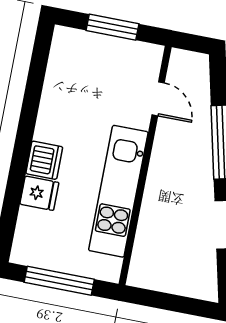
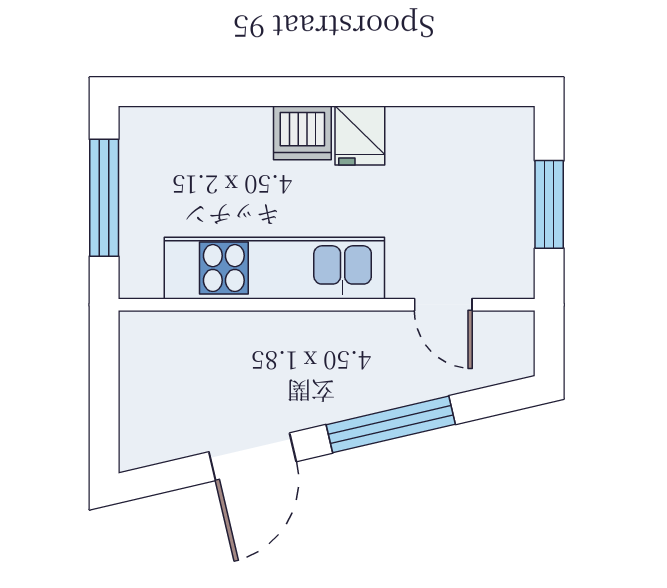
door: (158, 99) -> (443, 305), hinge flipped
fridge: (39, 193) -> (360, 135), moved

